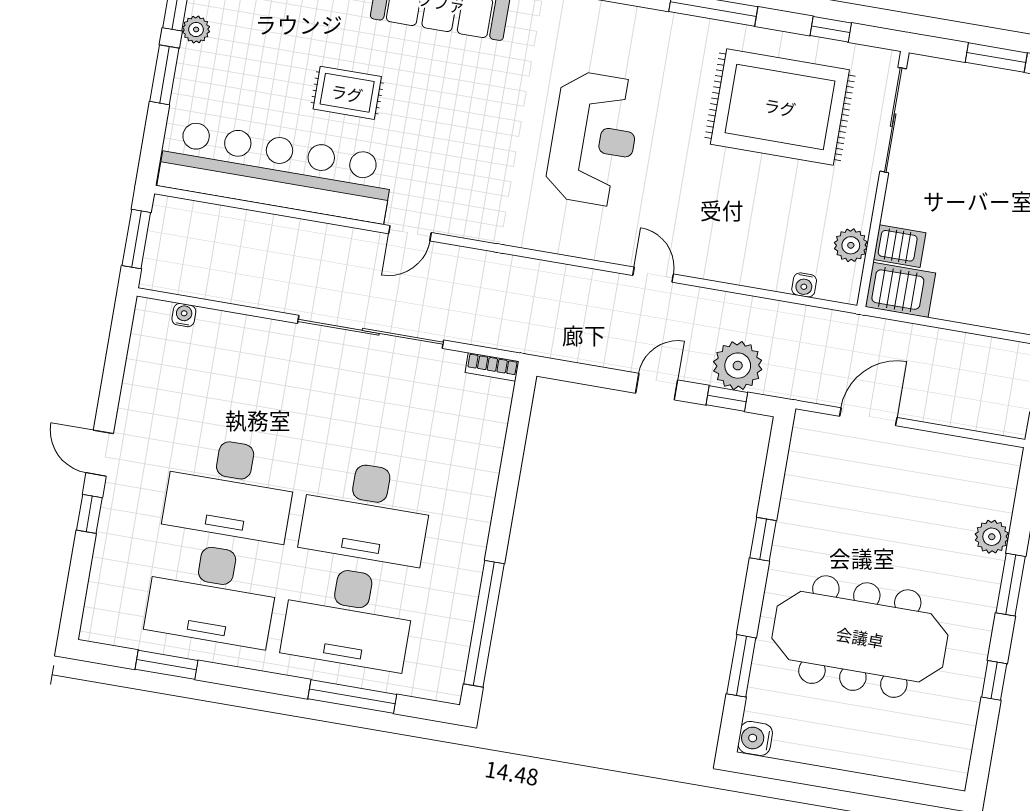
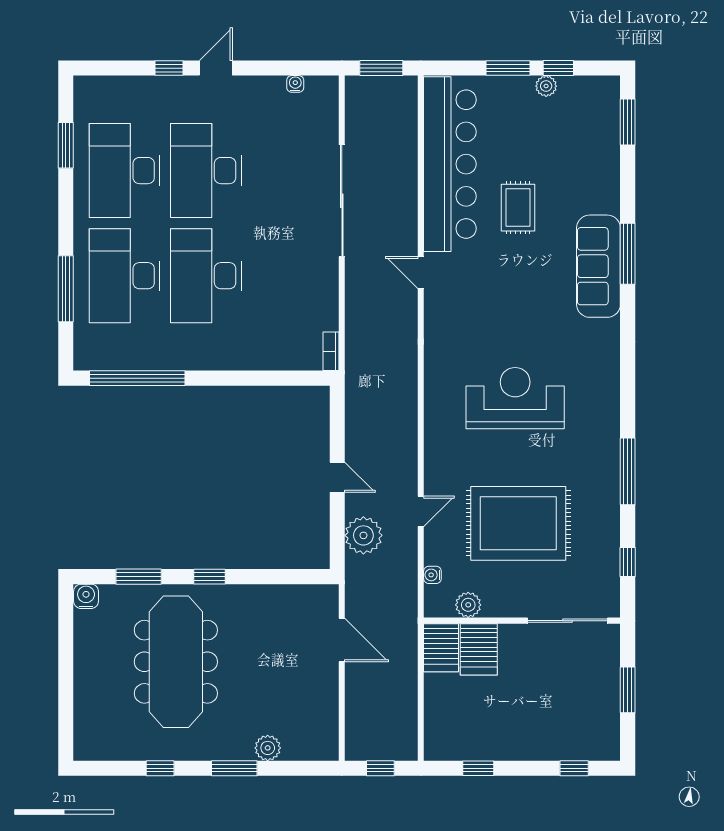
rug: (780, 107) -> (518, 523), moved, turned 90
reception desk: (594, 139) -> (515, 398), turned 180
server rack: (900, 246) -> (479, 649), width x1.36, depth x1.44
door: (653, 275) -> (421, 511), moved
water cooler: (184, 315) -> (295, 84), moved, turned -90
sliding door: (371, 332) -> (342, 201), moved
window: (727, 399) -> (337, 531), removed
window: (763, 539) -> (210, 577), moved

